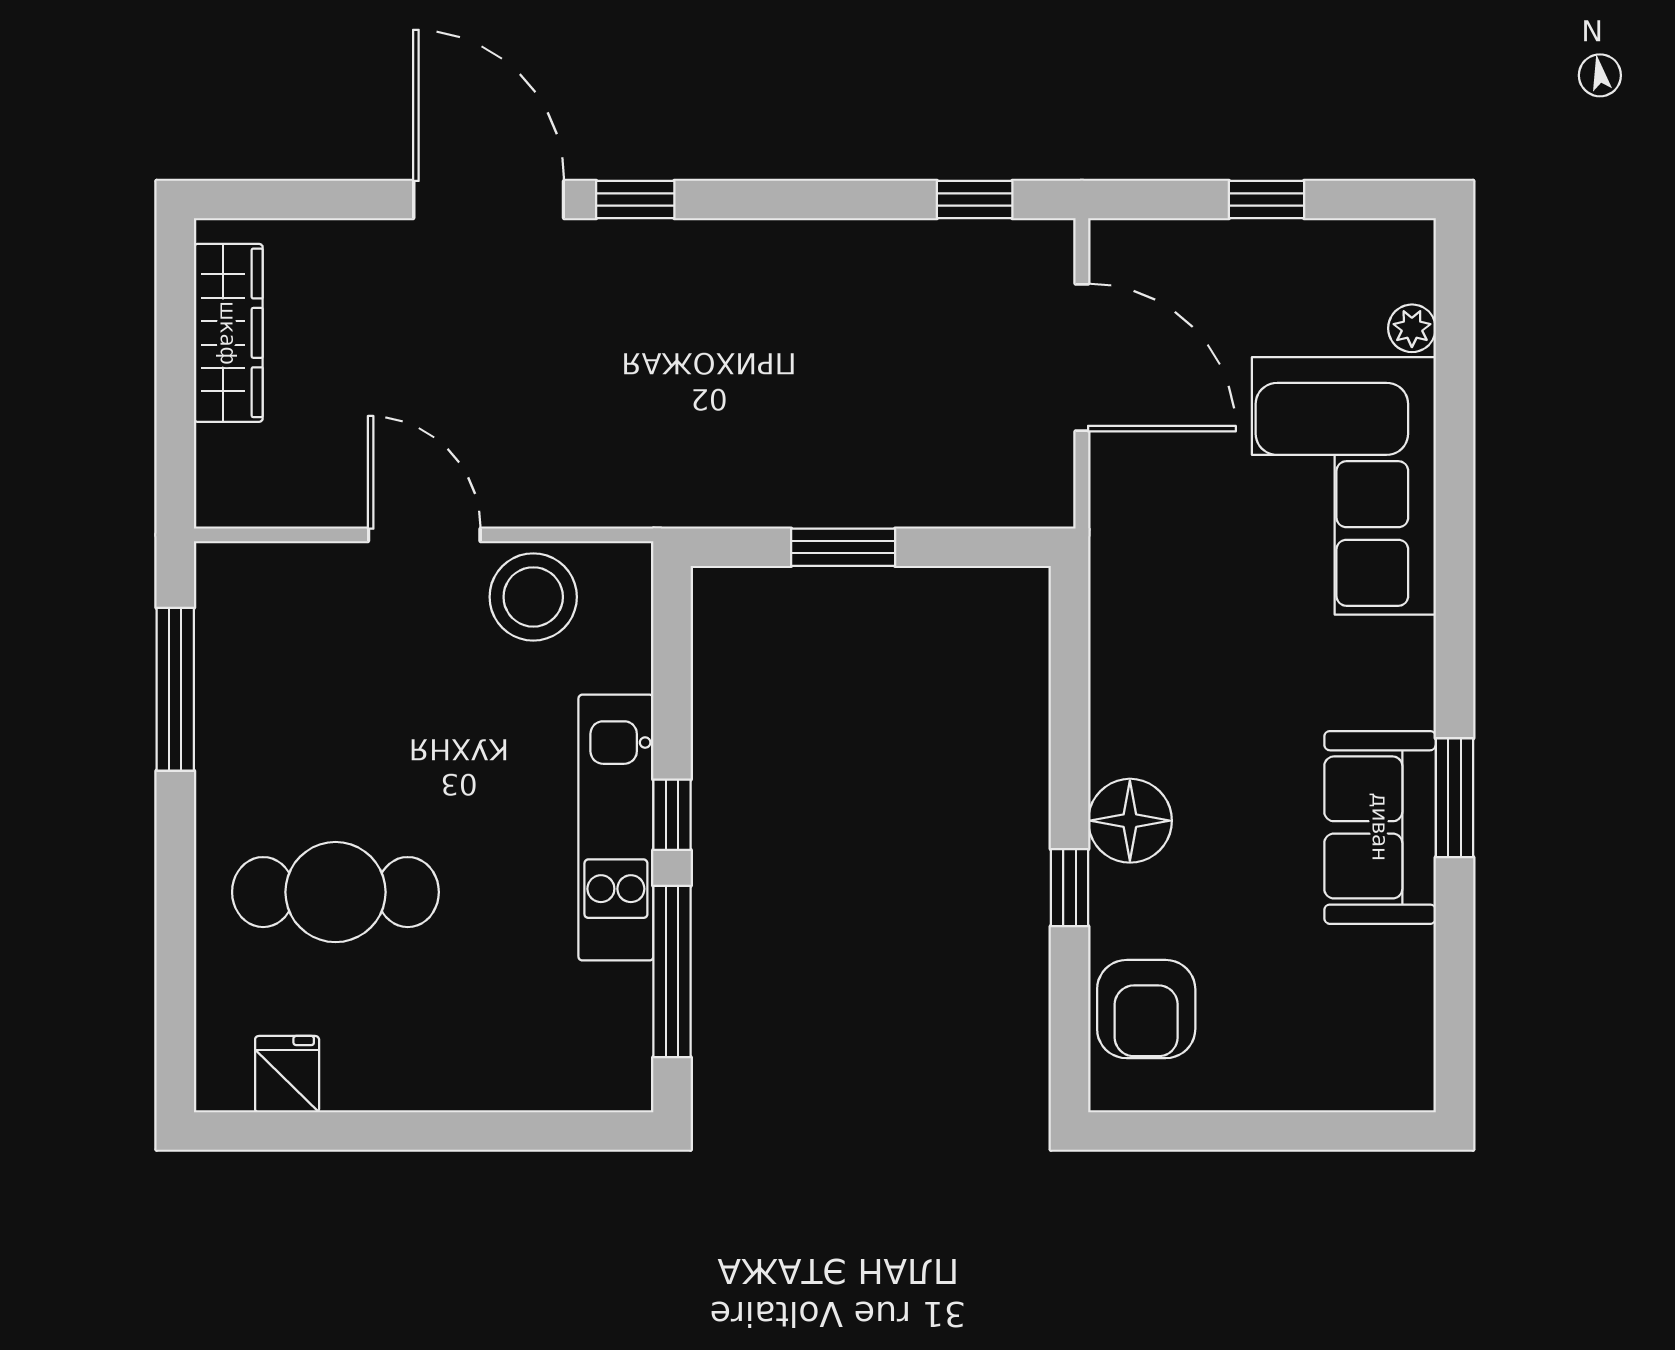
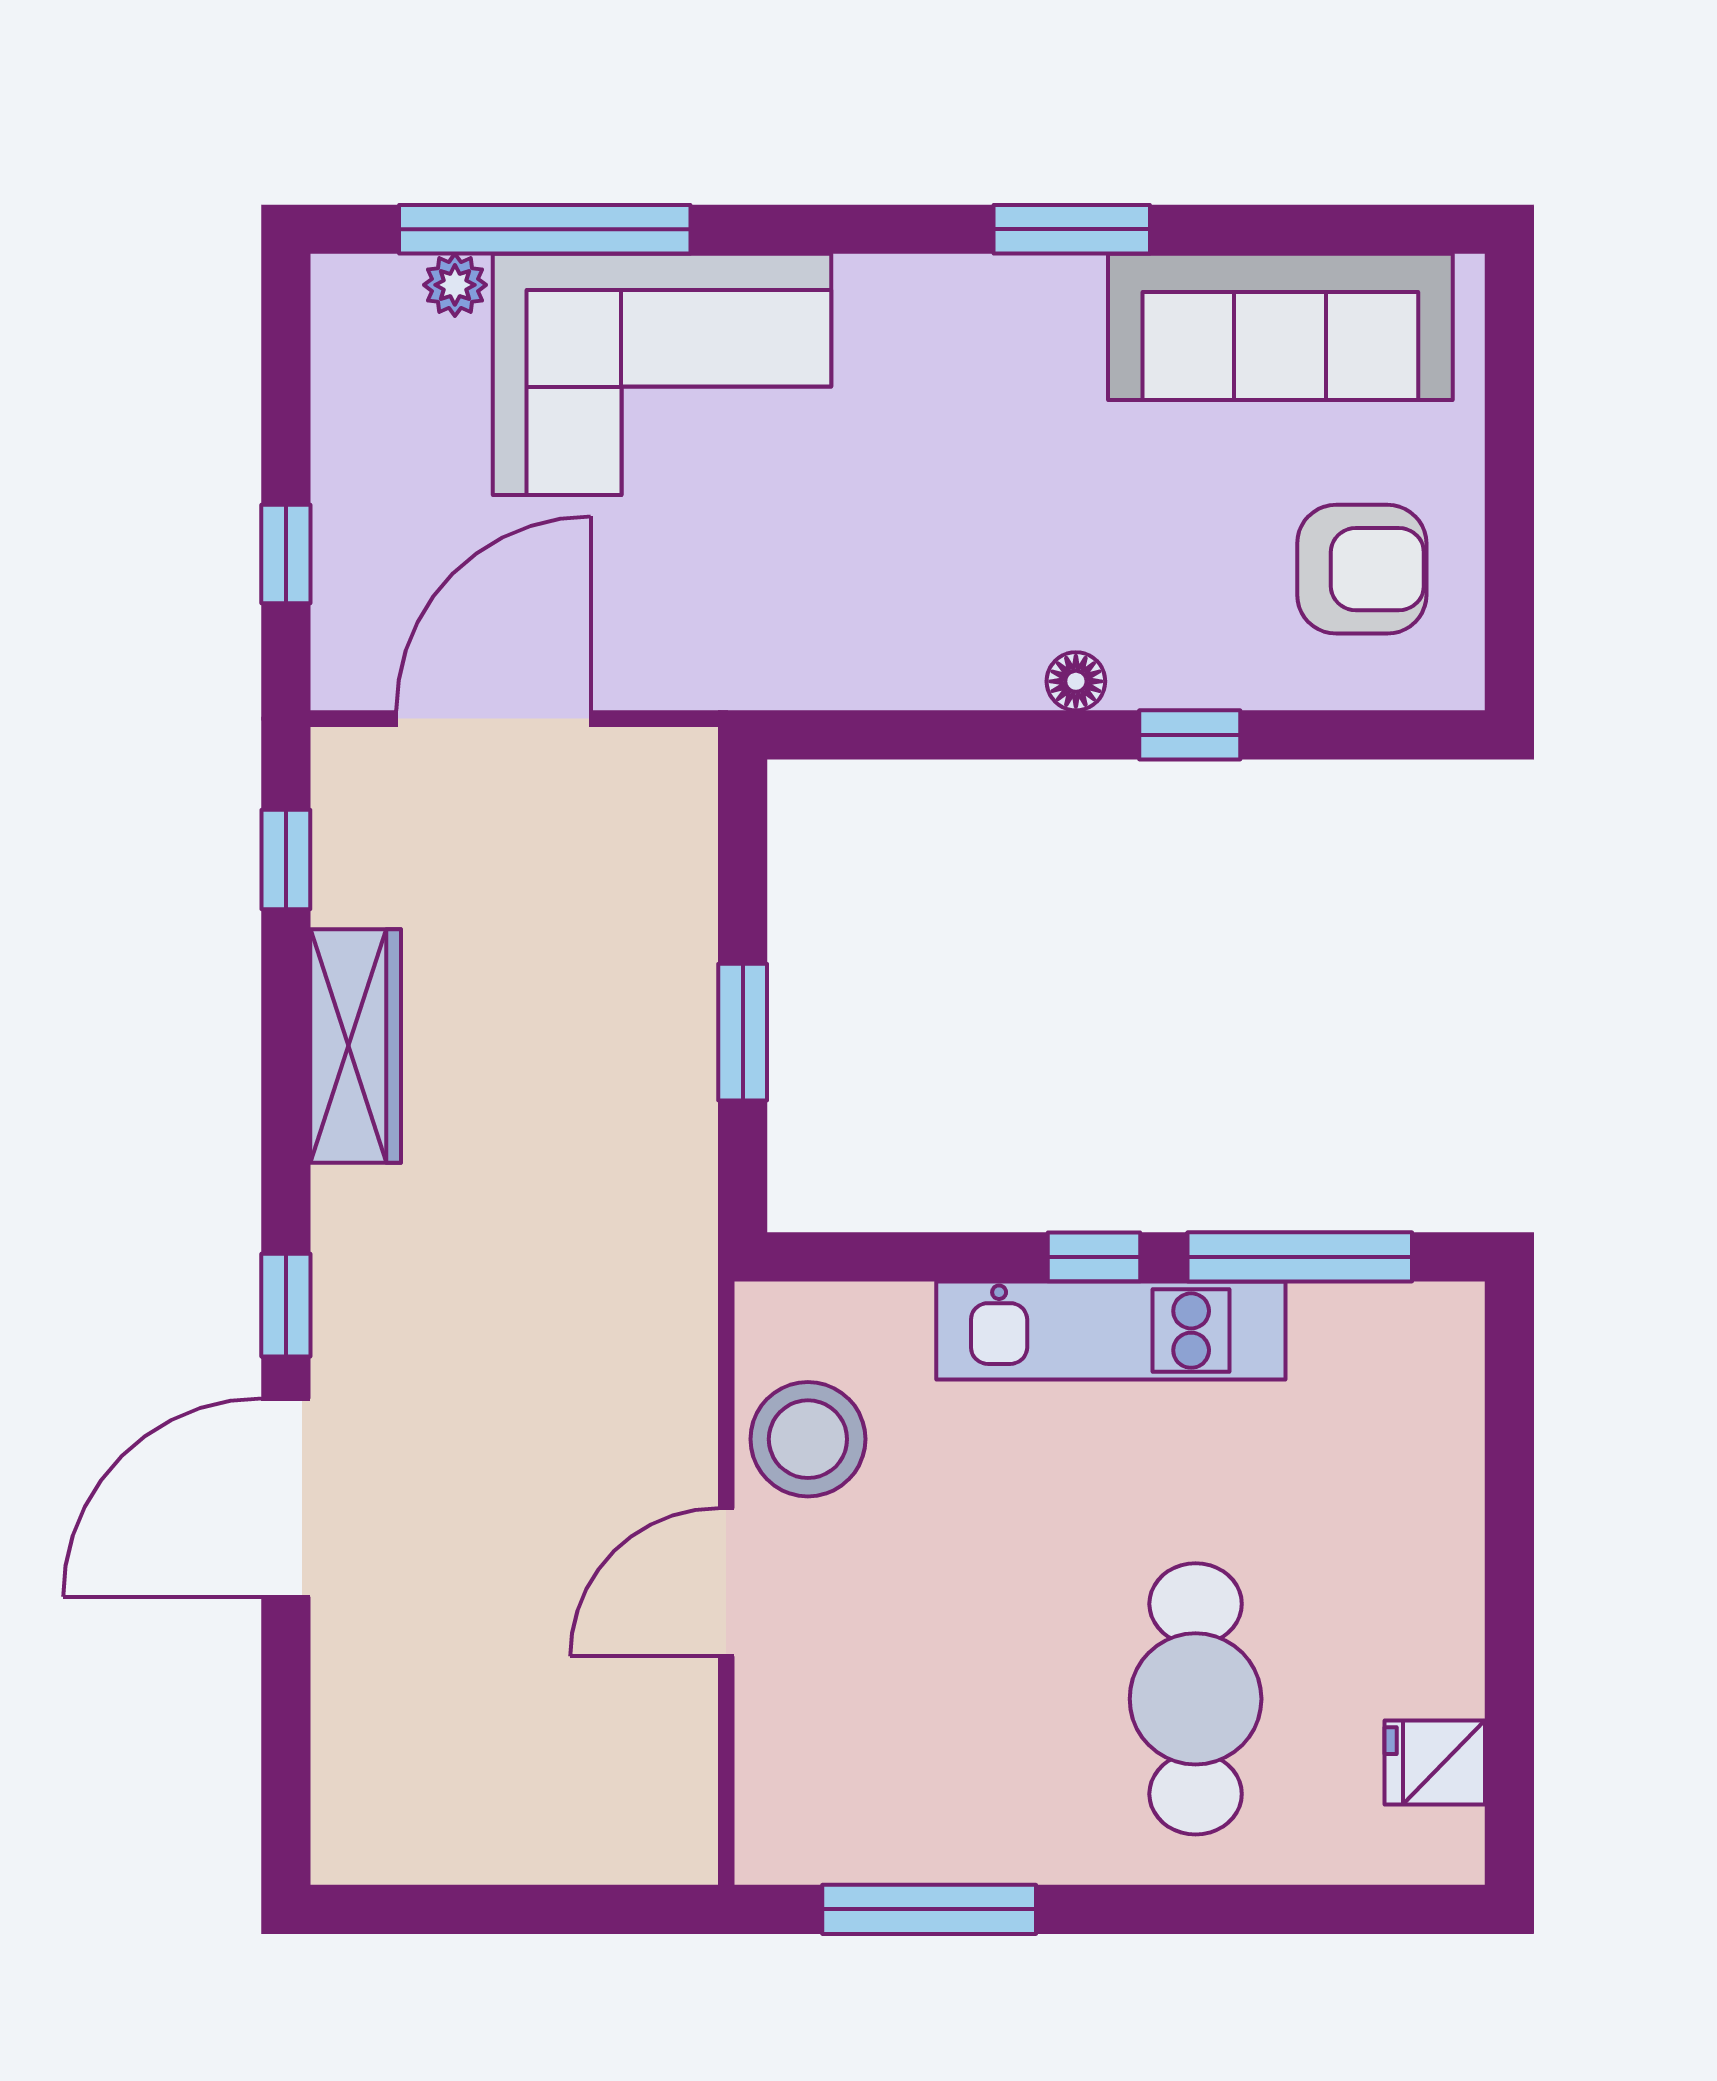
window: (1266, 200) -> (286, 554), moved
wardrobe: (228, 333) -> (356, 1046), moved, turned 90
window: (1454, 397) -> (545, 229), added
floor lamp: (1130, 821) -> (1076, 681), width x0.53, depth x0.53
sofa: (1380, 827) -> (1280, 327), moved, width x1.36
armchair: (1146, 1009) -> (1362, 569), moved

